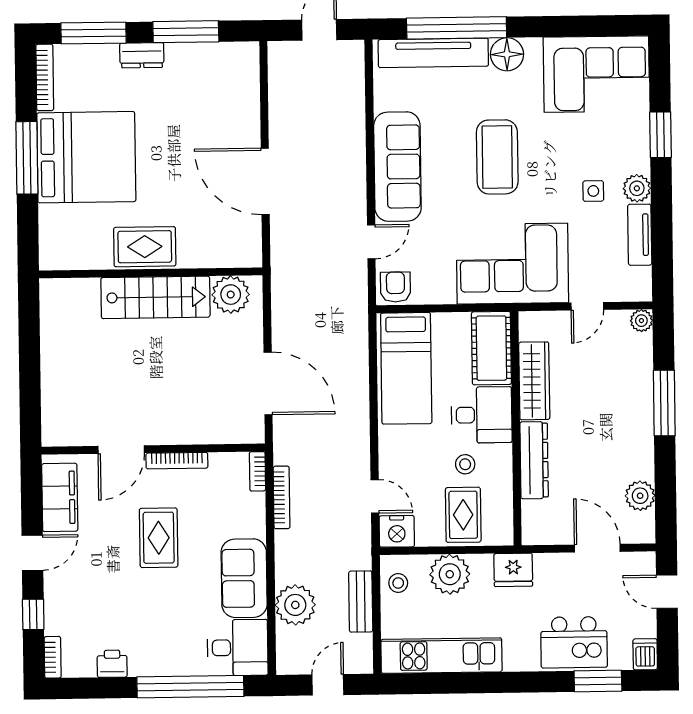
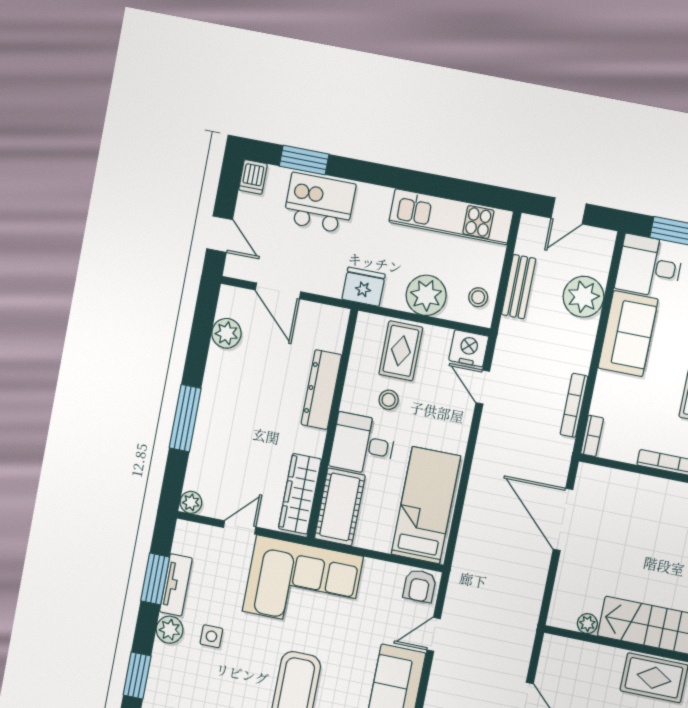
window: (662, 236) -> (155, 579), added
plant: (231, 295) -> (587, 624), width x0.53, depth x0.53
wardrobe: (534, 381) -> (300, 494), moved

